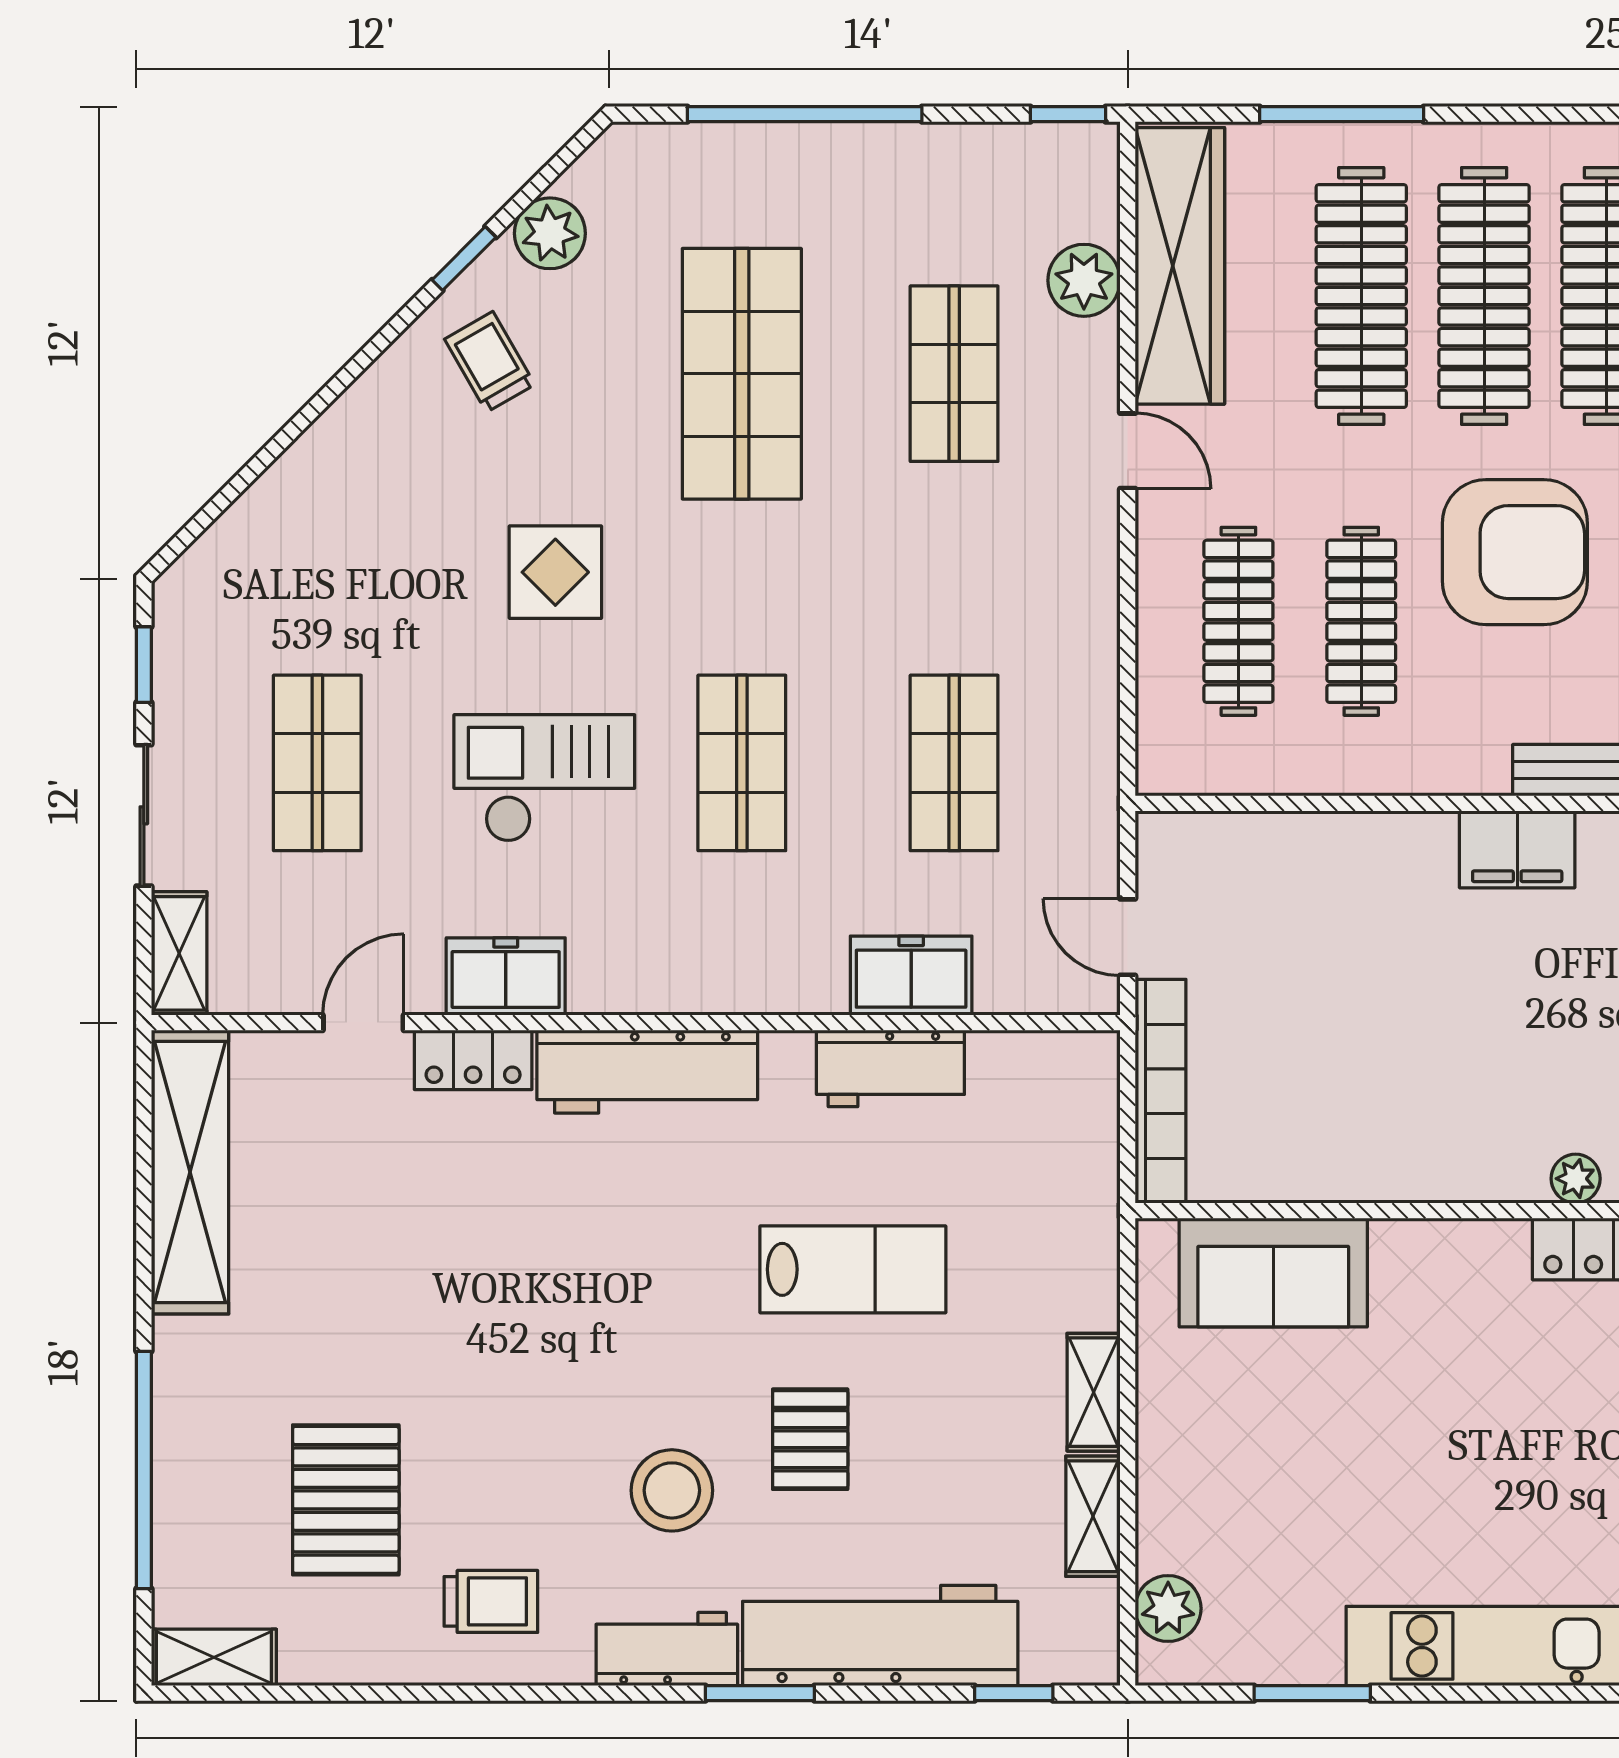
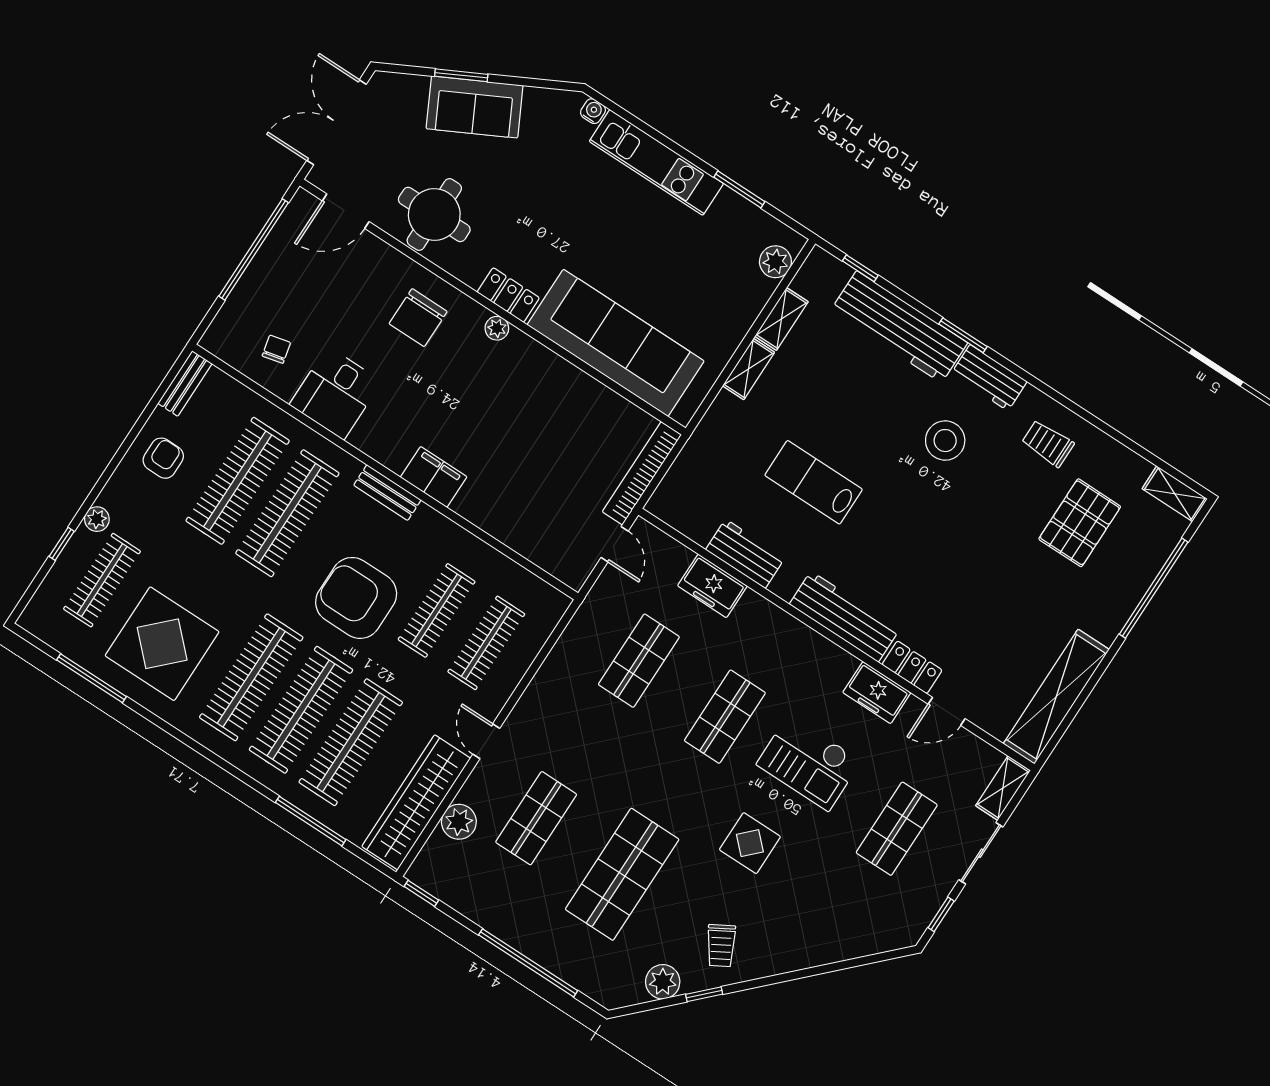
sofa: (1273, 1273) -> (616, 343), width x1.85, depth x1.27
pallet: (810, 1439) -> (876, 425), removed

